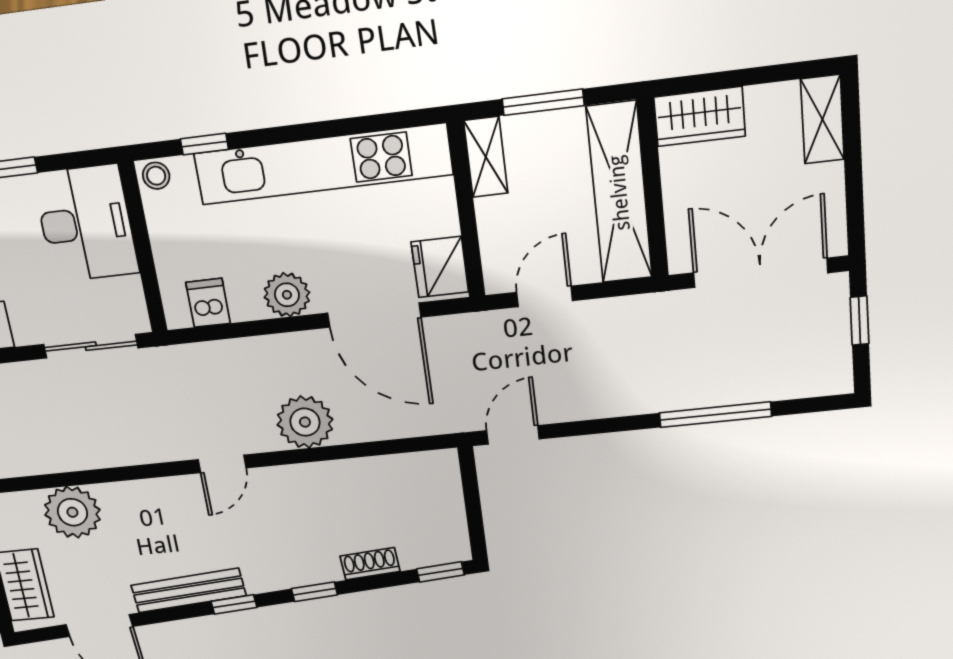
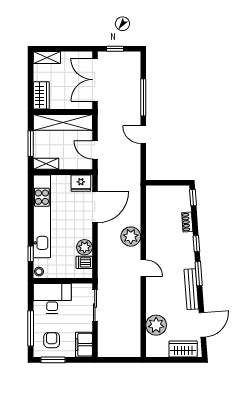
plant: (287, 295) -> (84, 247), moved
door: (513, 435) -> (143, 135), moved
window: (234, 604) -> (199, 274), width x1.50

